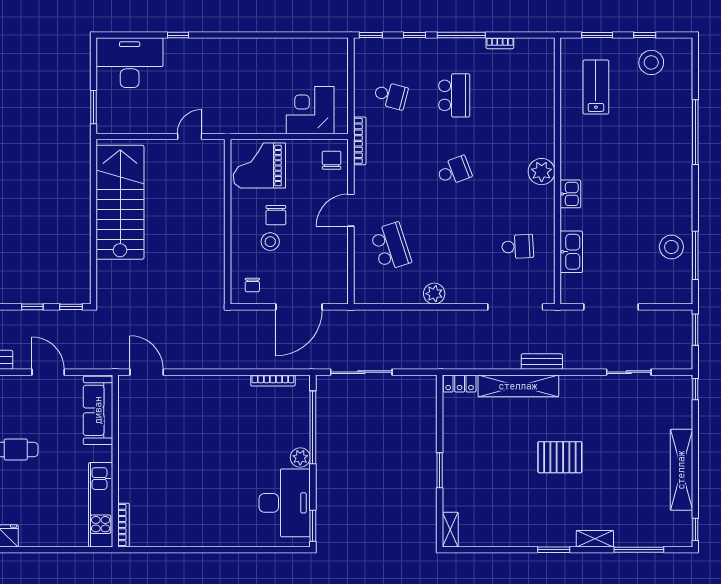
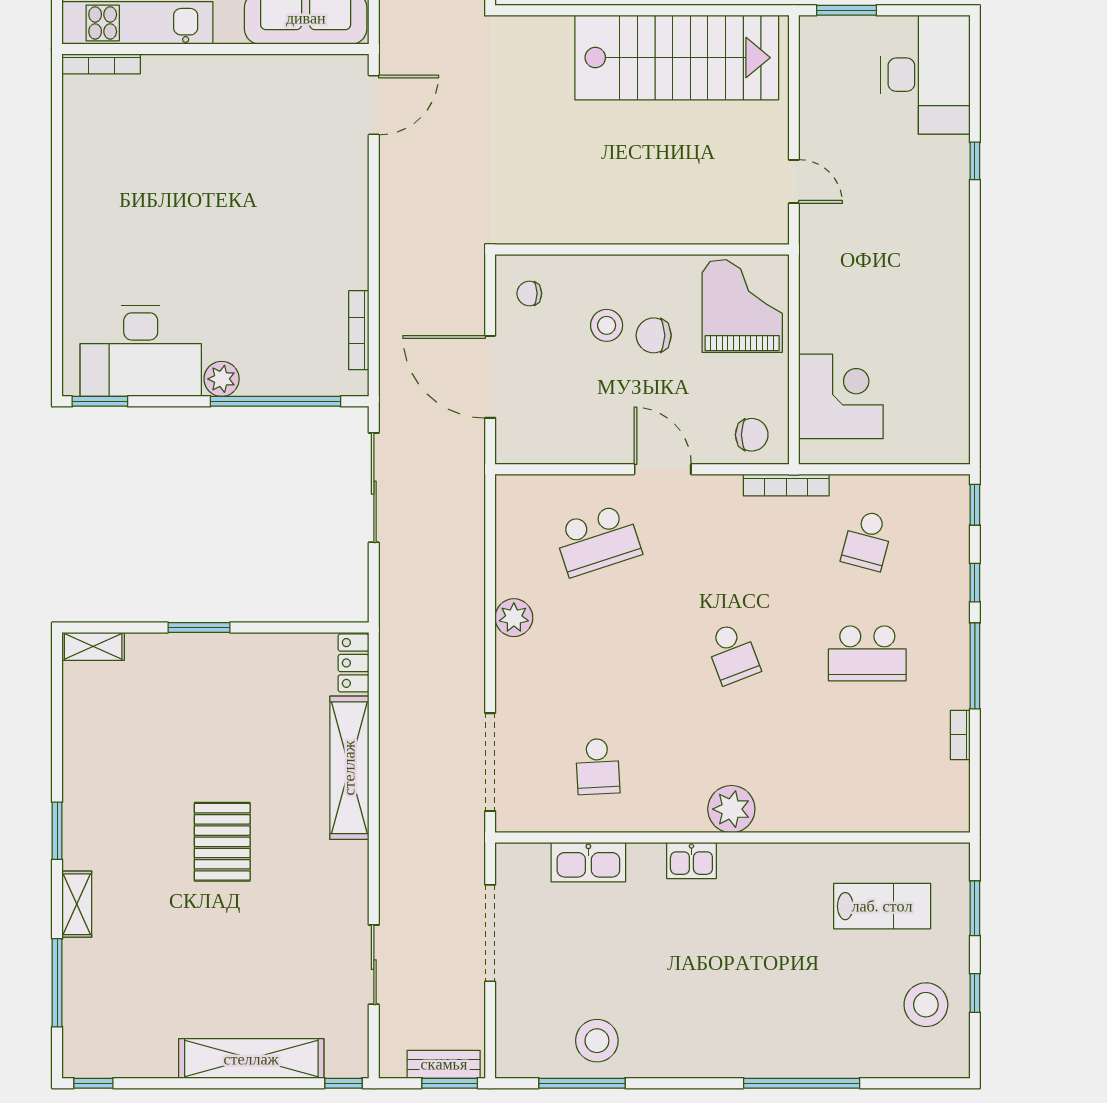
bench: (542, 362) -> (444, 1064), moved, turned 90
shelving: (681, 470) -> (251, 1059), moved

